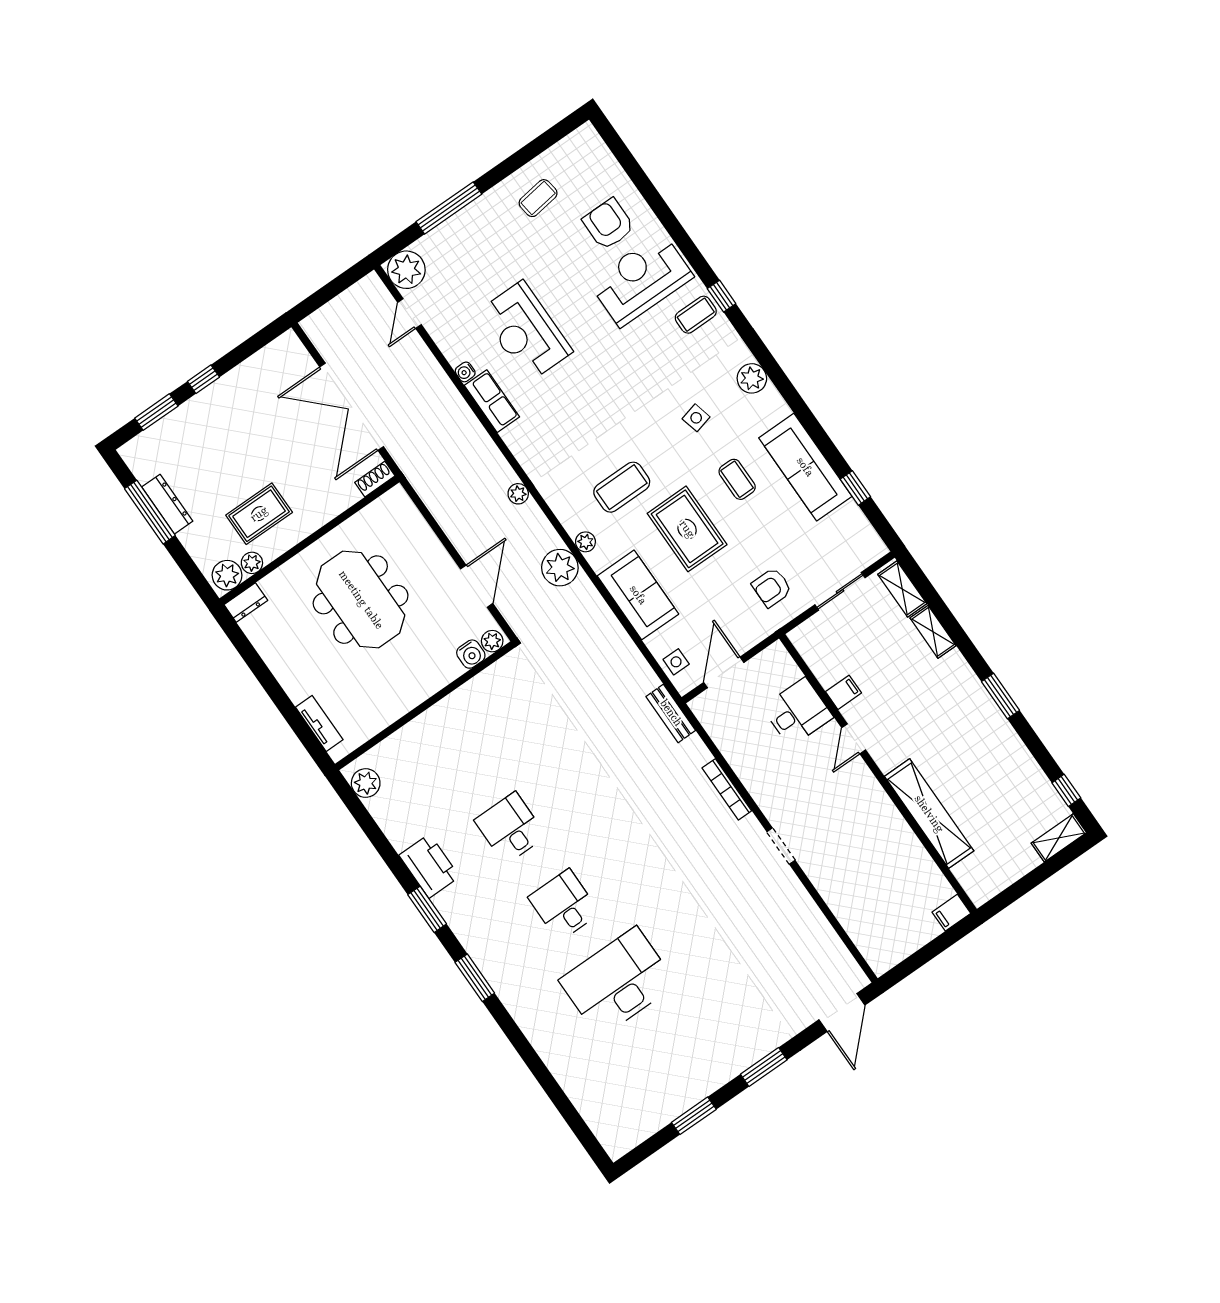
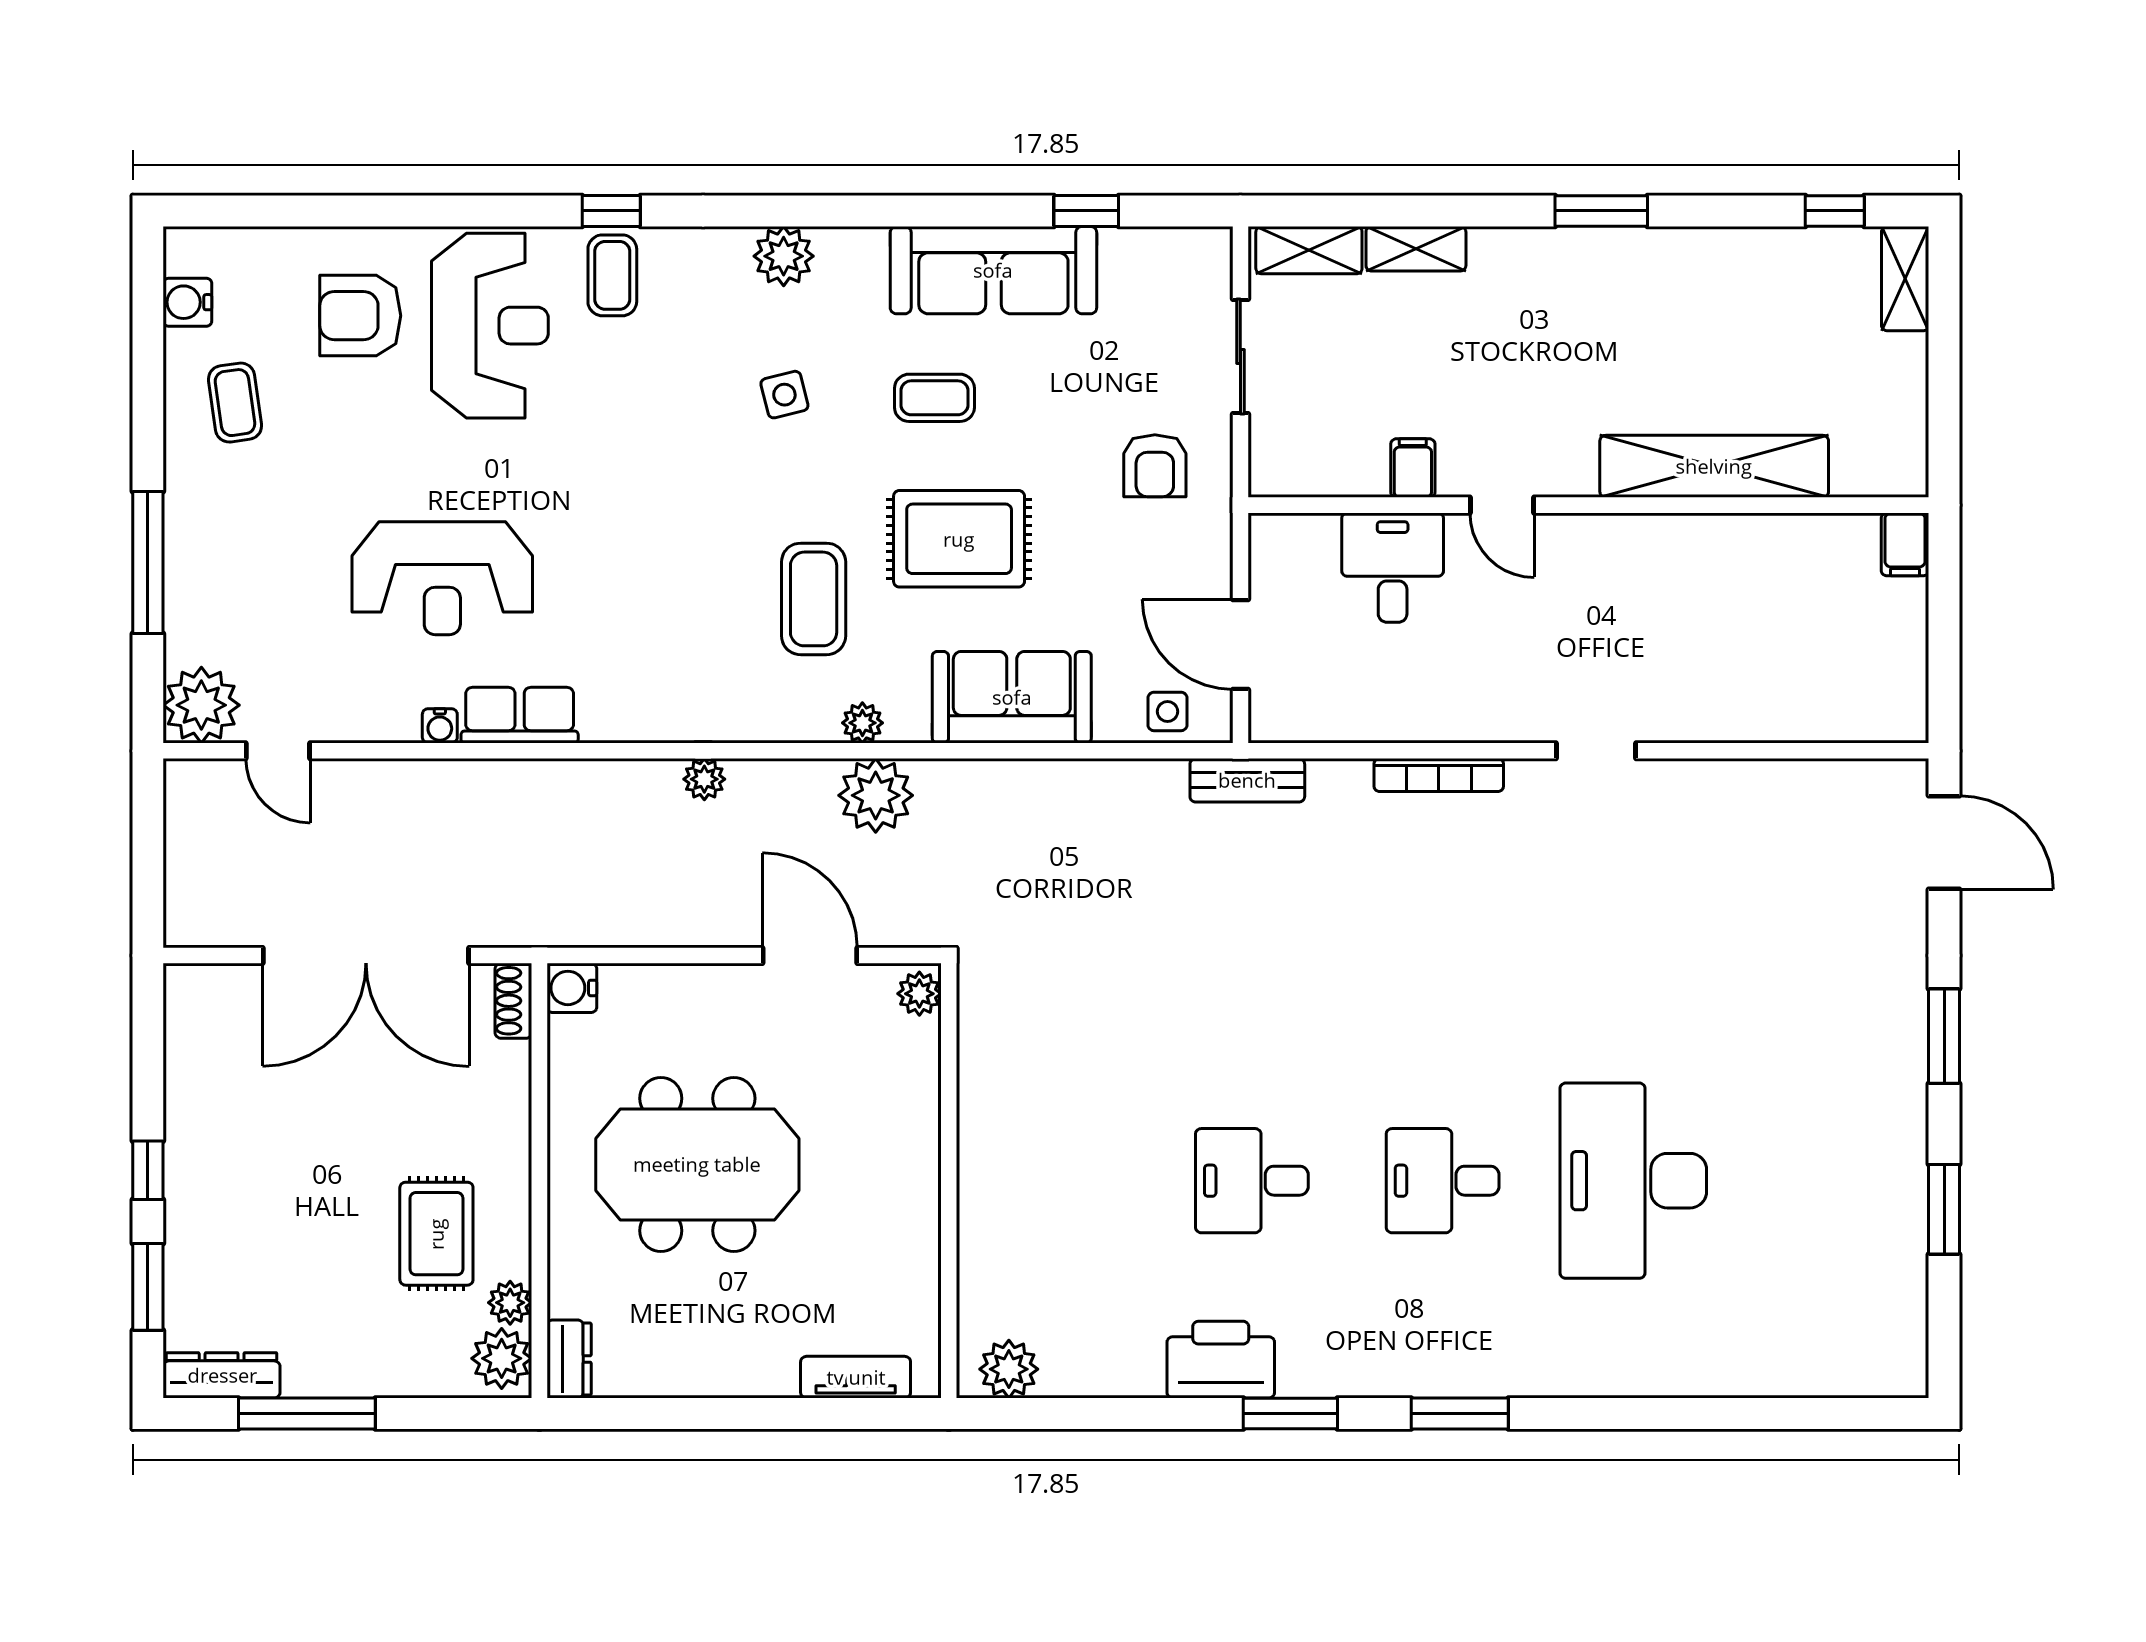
water cooler: (565, 151) -> (187, 302), added
reception desk: (641, 279) -> (490, 326), turned 180
dresser: (167, 504) -> (222, 1375), moved
water cooler: (471, 654) -> (572, 988), moved, turned 180

